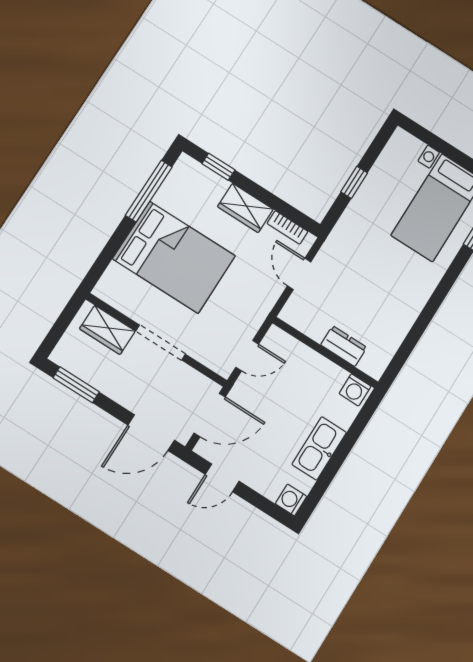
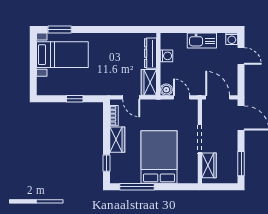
door: (299, 274) -> (131, 97), hinge flipped
wardrobe: (305, 318) -> (149, 82), added
boiler: (276, 339) -> (166, 90), added
dresser: (344, 346) -> (151, 53), width x1.44
washing machine: (355, 390) -> (167, 56), moved
door: (222, 478) -> (241, 56), moved

